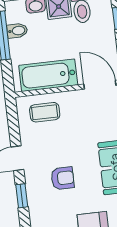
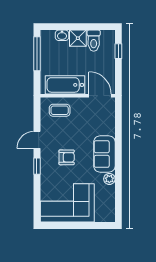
bidet: (17, 31) -> (47, 52), removed

